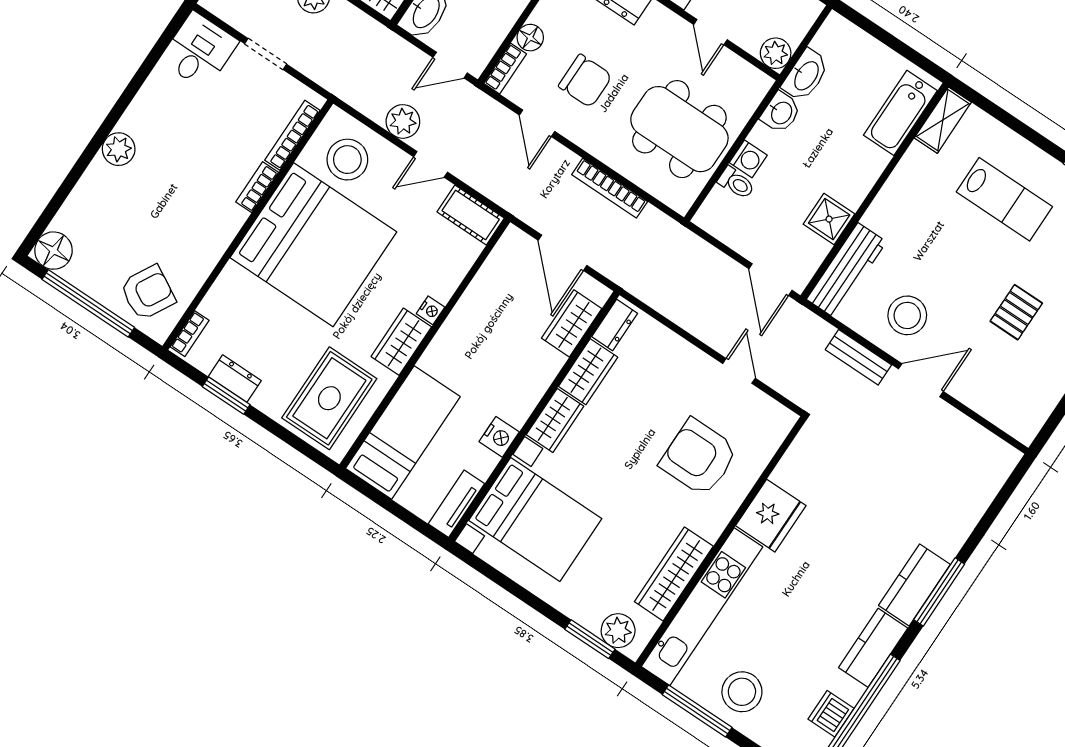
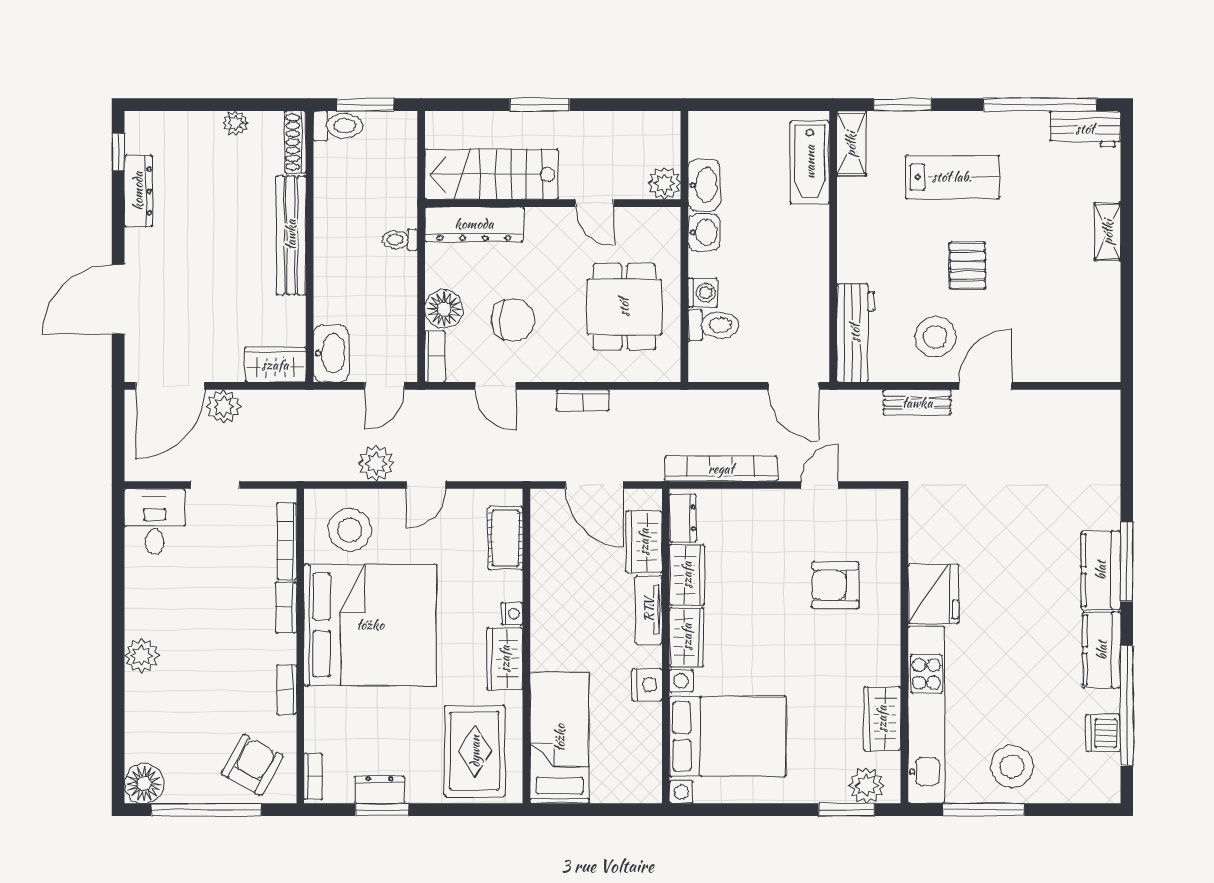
floor lamp: (530, 38) -> (444, 309), width x1.38, depth x1.38
window: (1003, 117) -> (903, 105), added
dining table: (679, 129) -> (624, 307), width x0.73
toilet: (736, 183) -> (713, 325), width x1.37, depth x1.39
bookcase: (610, 188) -> (583, 400), width x0.64
cot: (471, 215) -> (505, 538), moved, turned 90
shower: (829, 219) -> (810, 298), removed
bookcase: (214, 252) -> (287, 690), added
bookcase: (670, 306) -> (721, 469), added
pallet: (1016, 312) -> (967, 266), moved
door: (739, 371) -> (820, 485), hinge flipped
armchair: (699, 457) -> (835, 585), width x0.73, depth x0.73
tv unit: (456, 504) -> (649, 610), moved
wardrobe: (674, 574) -> (882, 719), width x0.67

